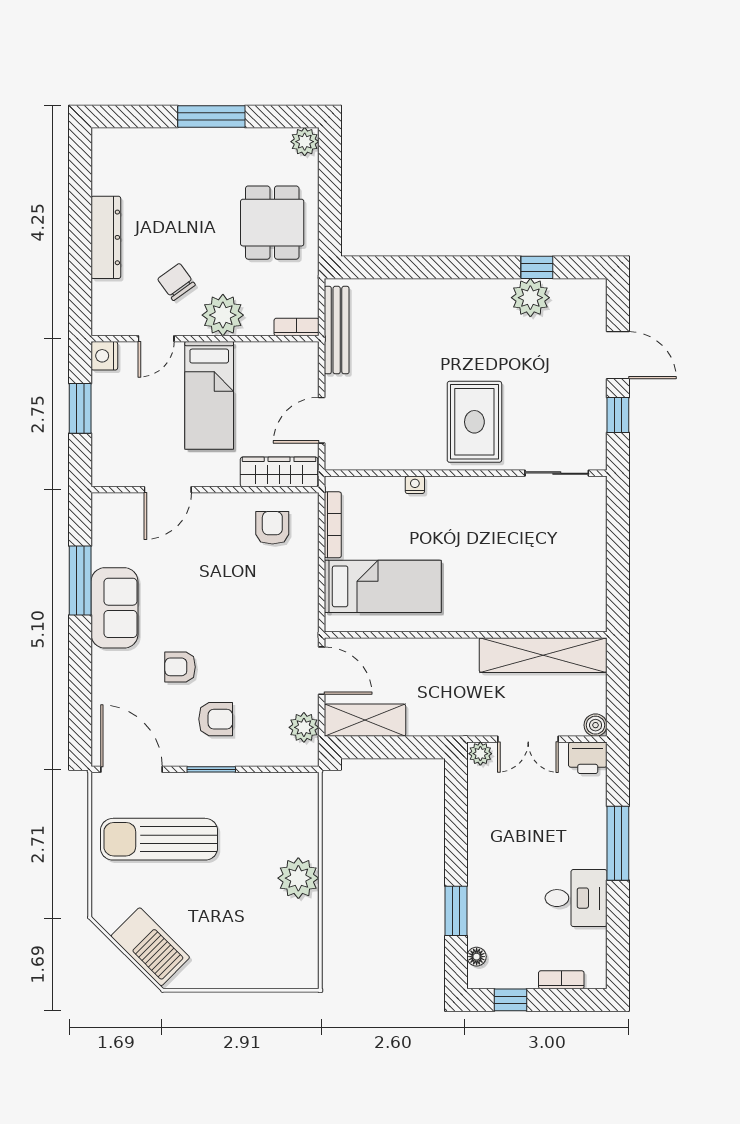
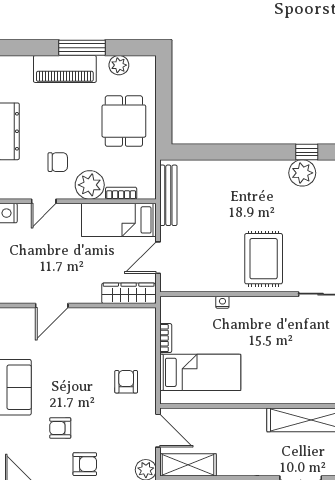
plant: (305, 142) -> (119, 65), moved
piano: (187, 147) -> (65, 69), added
chair: (176, 282) -> (58, 162), turned 126
bookcase: (296, 327) -> (121, 193), moved
bed: (209, 395) -> (119, 220), moved, turned 90
bookcase: (333, 525) -> (166, 338), width x0.64
armchair: (272, 528) -> (126, 382), moved

